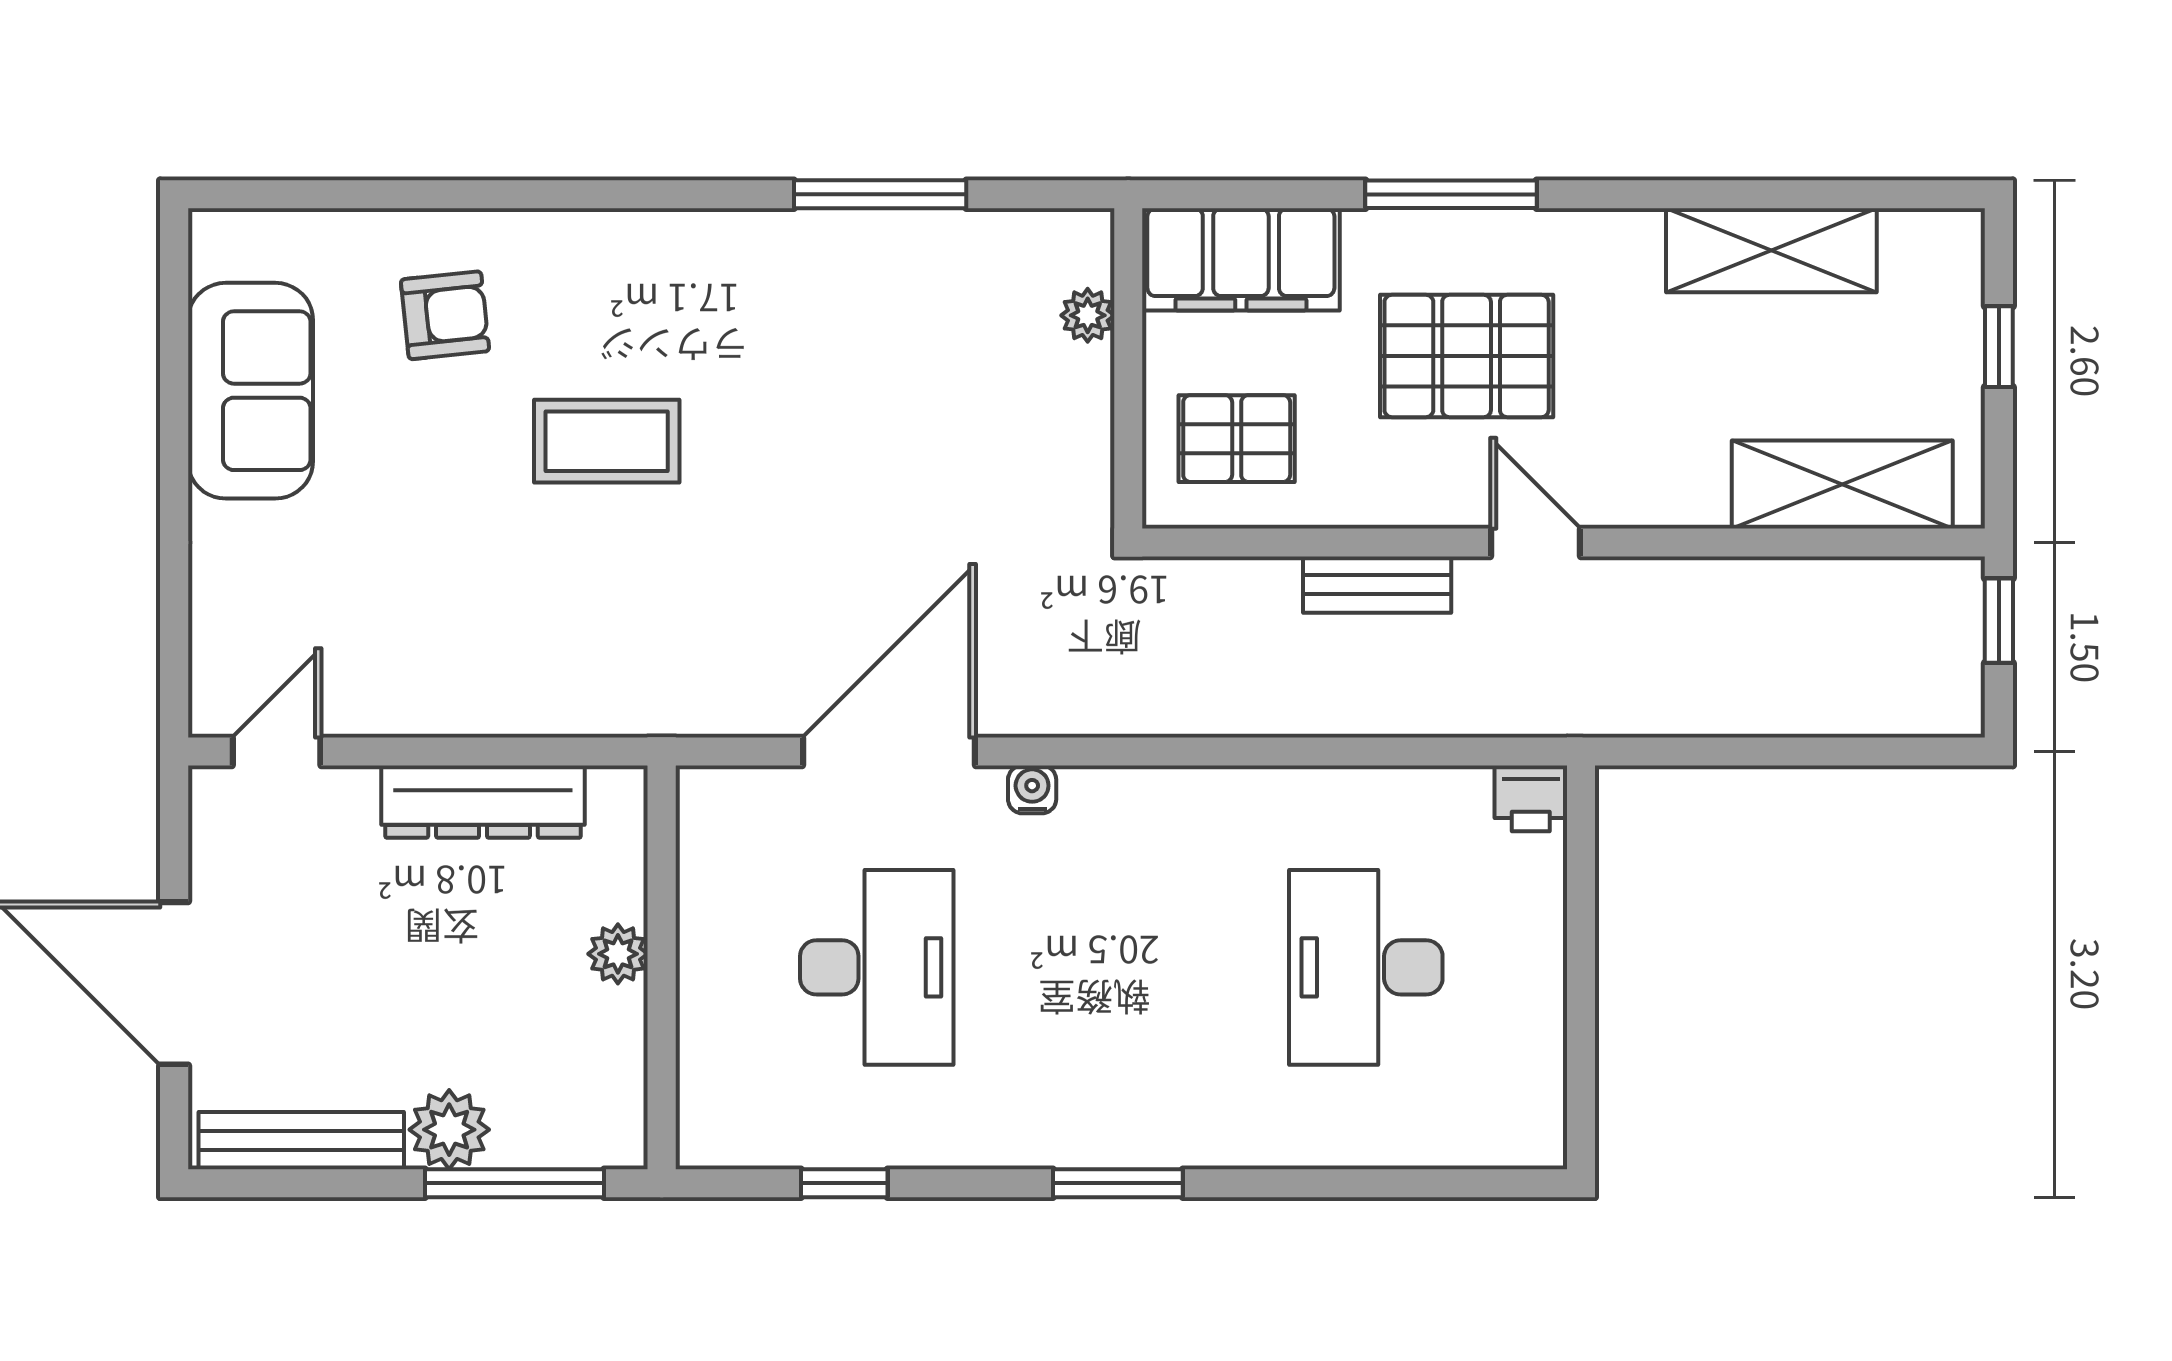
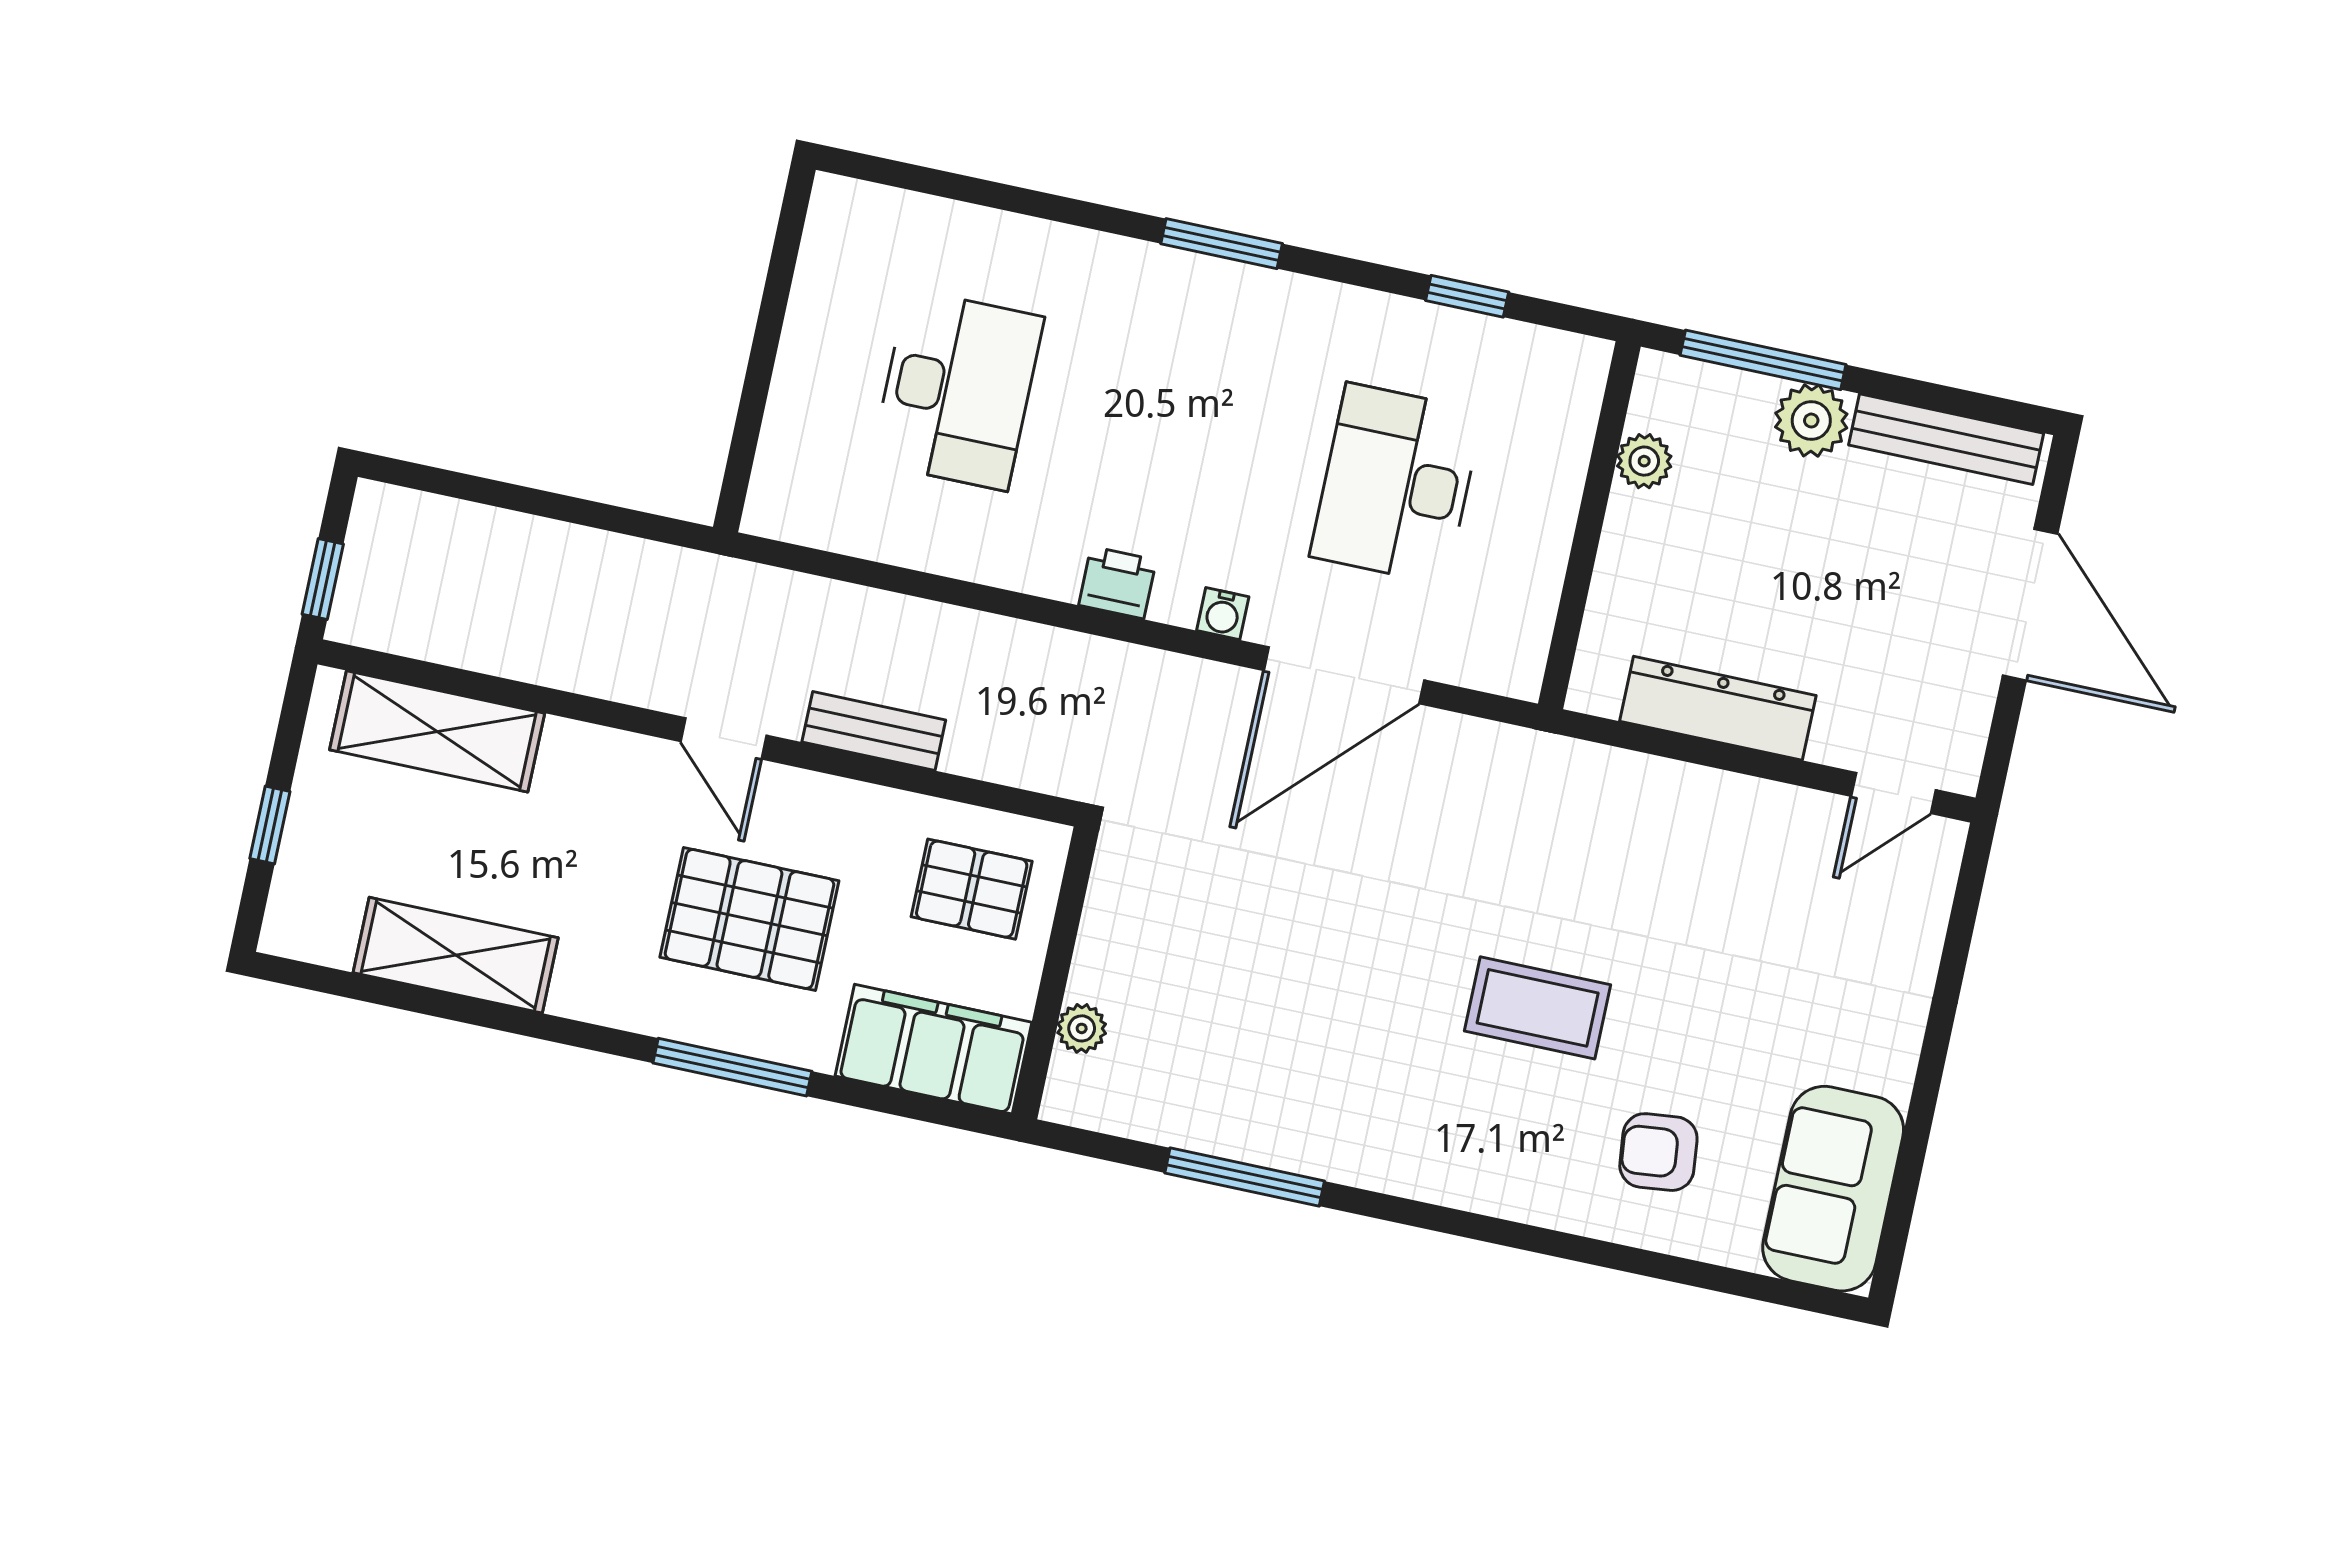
sofa: (250, 391) -> (1833, 1189), moved
printer: (1531, 798) -> (1117, 583), moved
plant: (618, 954) -> (1644, 461), moved

